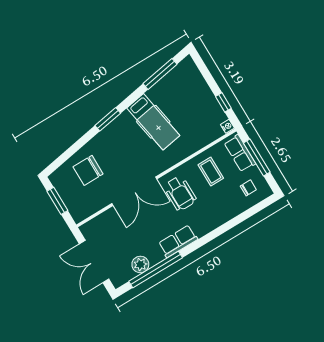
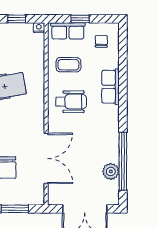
window: (257, 157) -> (80, 19), width x0.46
double door: (134, 191) -> (46, 158), moved
row of seats: (178, 241) -> (110, 87), moved

